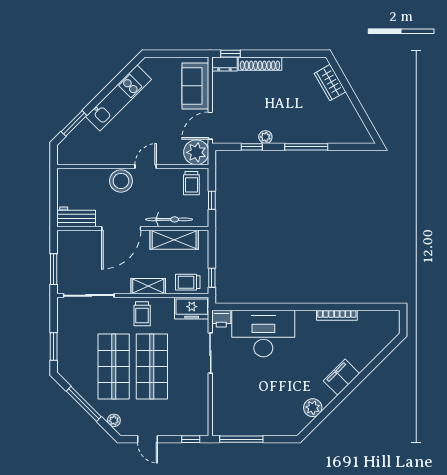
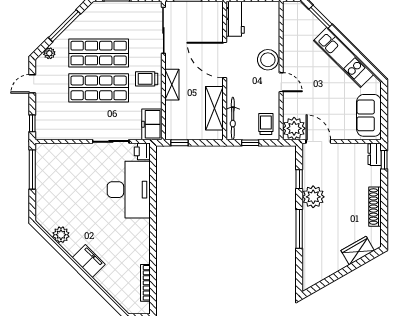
shoe rack: (260, 64) -> (375, 207), moved
sofa: (195, 86) -> (369, 115), moved, turned -90
plant: (265, 137) -> (313, 197), width x1.87, depth x1.87
trolley: (191, 183) -> (266, 124), turned 90
bicycle: (169, 219) -> (233, 118), moved
trolley: (188, 282) -> (176, 121), removed
bookcase: (337, 315) -> (145, 283), moved

